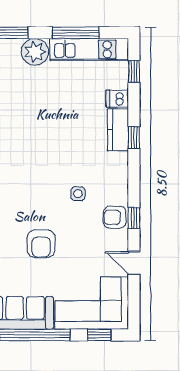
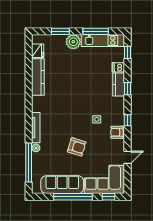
window: (134, 218) -> (128, 120), moved
armchair: (41, 244) -> (77, 147), turned -73
door: (134, 263) -> (128, 157), swing flipped

